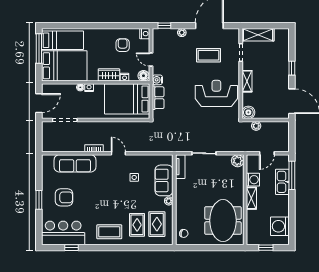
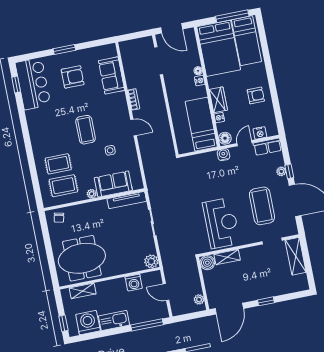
window: (164, 26) -> (289, 171), moved
nightstand: (145, 34) -> (260, 133), moved
armchair: (123, 45) -> (256, 95), moved
coffee table: (208, 55) -> (262, 206), width x1.36, depth x1.32
shelving: (247, 81) -> (227, 257), moved
row of seats: (158, 98) -> (267, 147), moved
bed: (127, 99) -> (201, 124), width x0.67
plant: (256, 126) -> (199, 299), moved
door: (118, 153) -> (133, 127), hinge flipped
sofa: (75, 163) -> (111, 75), width x0.73
tv unit: (180, 167) -> (127, 200), width x1.41
kitchen sink: (282, 182) -> (114, 320), moved
armchair: (64, 197) -> (73, 77), turned -90
shelving: (251, 198) -> (83, 291), moved
coffee table: (109, 232) -> (86, 130), moved
window: (72, 248) -> (16, 84), moved
window: (266, 248) -> (63, 323), moved

